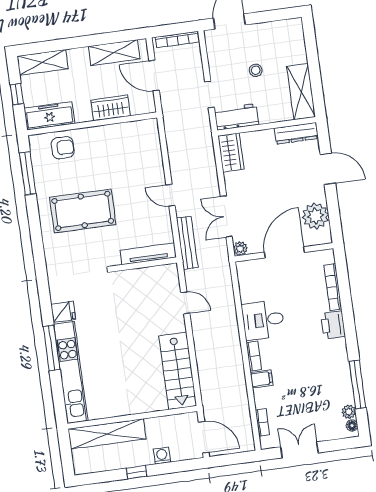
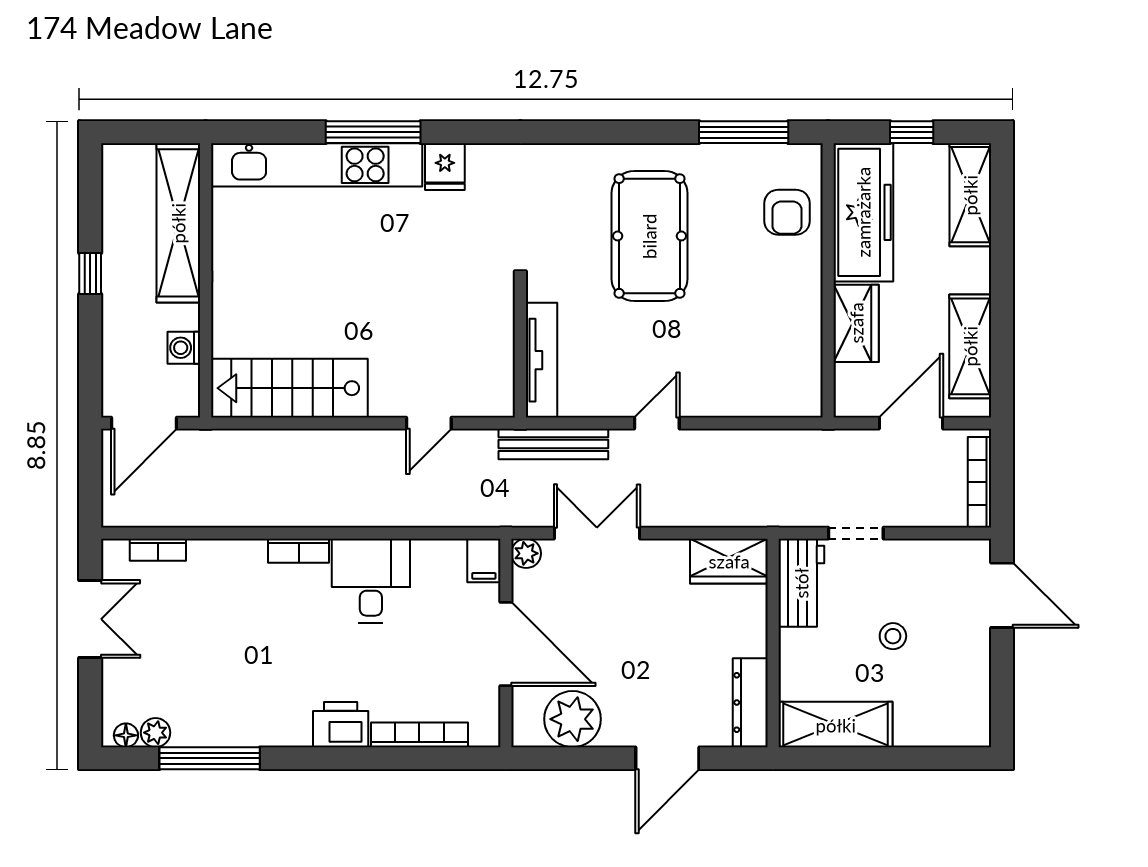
freezer: (49, 116) -> (863, 212), width x1.36, depth x1.26
filing cabinet: (262, 379) -> (484, 560), moved
washing machine: (162, 456) -> (184, 348), moved, turned 180

